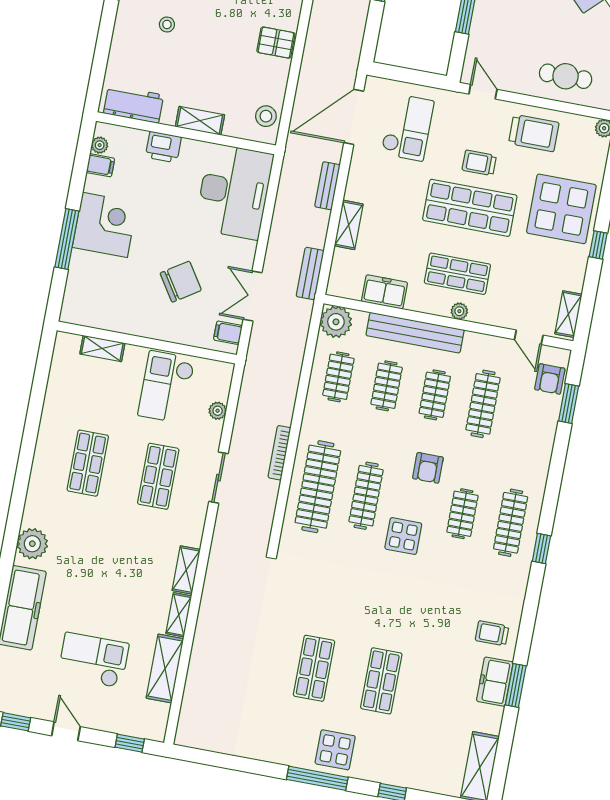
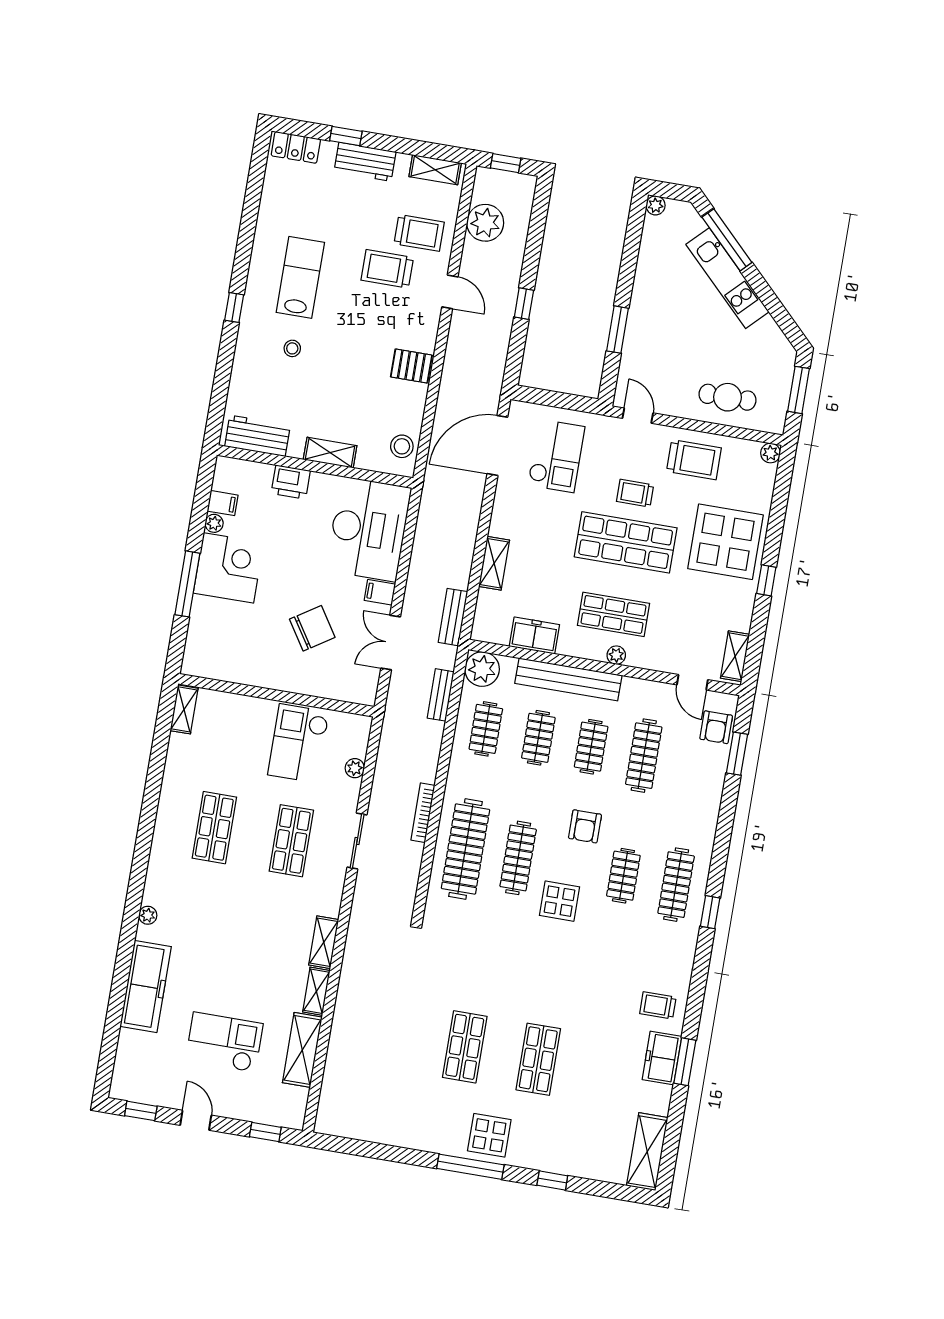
plant: (100, 145) -> (214, 523), moved
bench: (327, 186) -> (441, 695), moved
filing cabinet: (228, 333) -> (380, 592), moved
shelving: (102, 348) -> (184, 709), moved, turned 90
plant: (32, 544) -> (148, 915), width x0.53, depth x0.53

